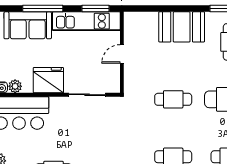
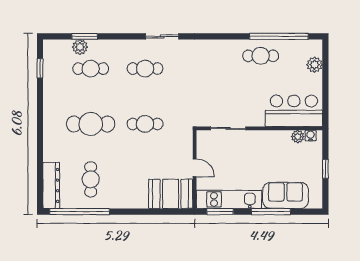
booth: (182, 27) -> (171, 194), moved
door: (122, 54) -> (195, 168), hinge flipped
fridge: (48, 80) -> (266, 143), removed

